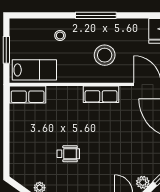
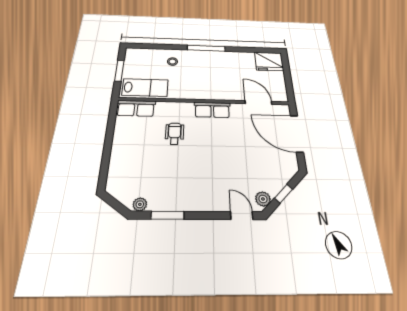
stool: (105, 55) -> (215, 78), removed
wheelchair: (68, 154) -> (175, 134), moved, turned -90

